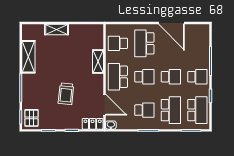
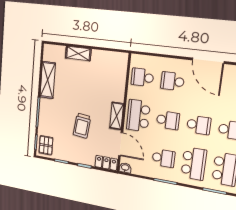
school desk: (144, 43) -> (173, 81), width x0.54
shelving: (98, 61) -> (117, 116), moved

